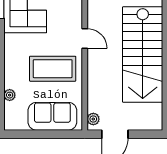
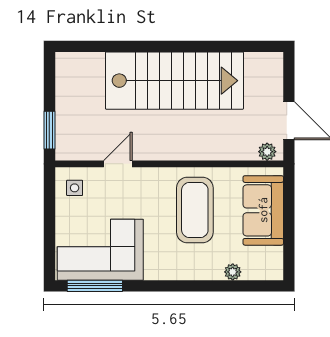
door: (85, 38) -> (118, 164), moved

